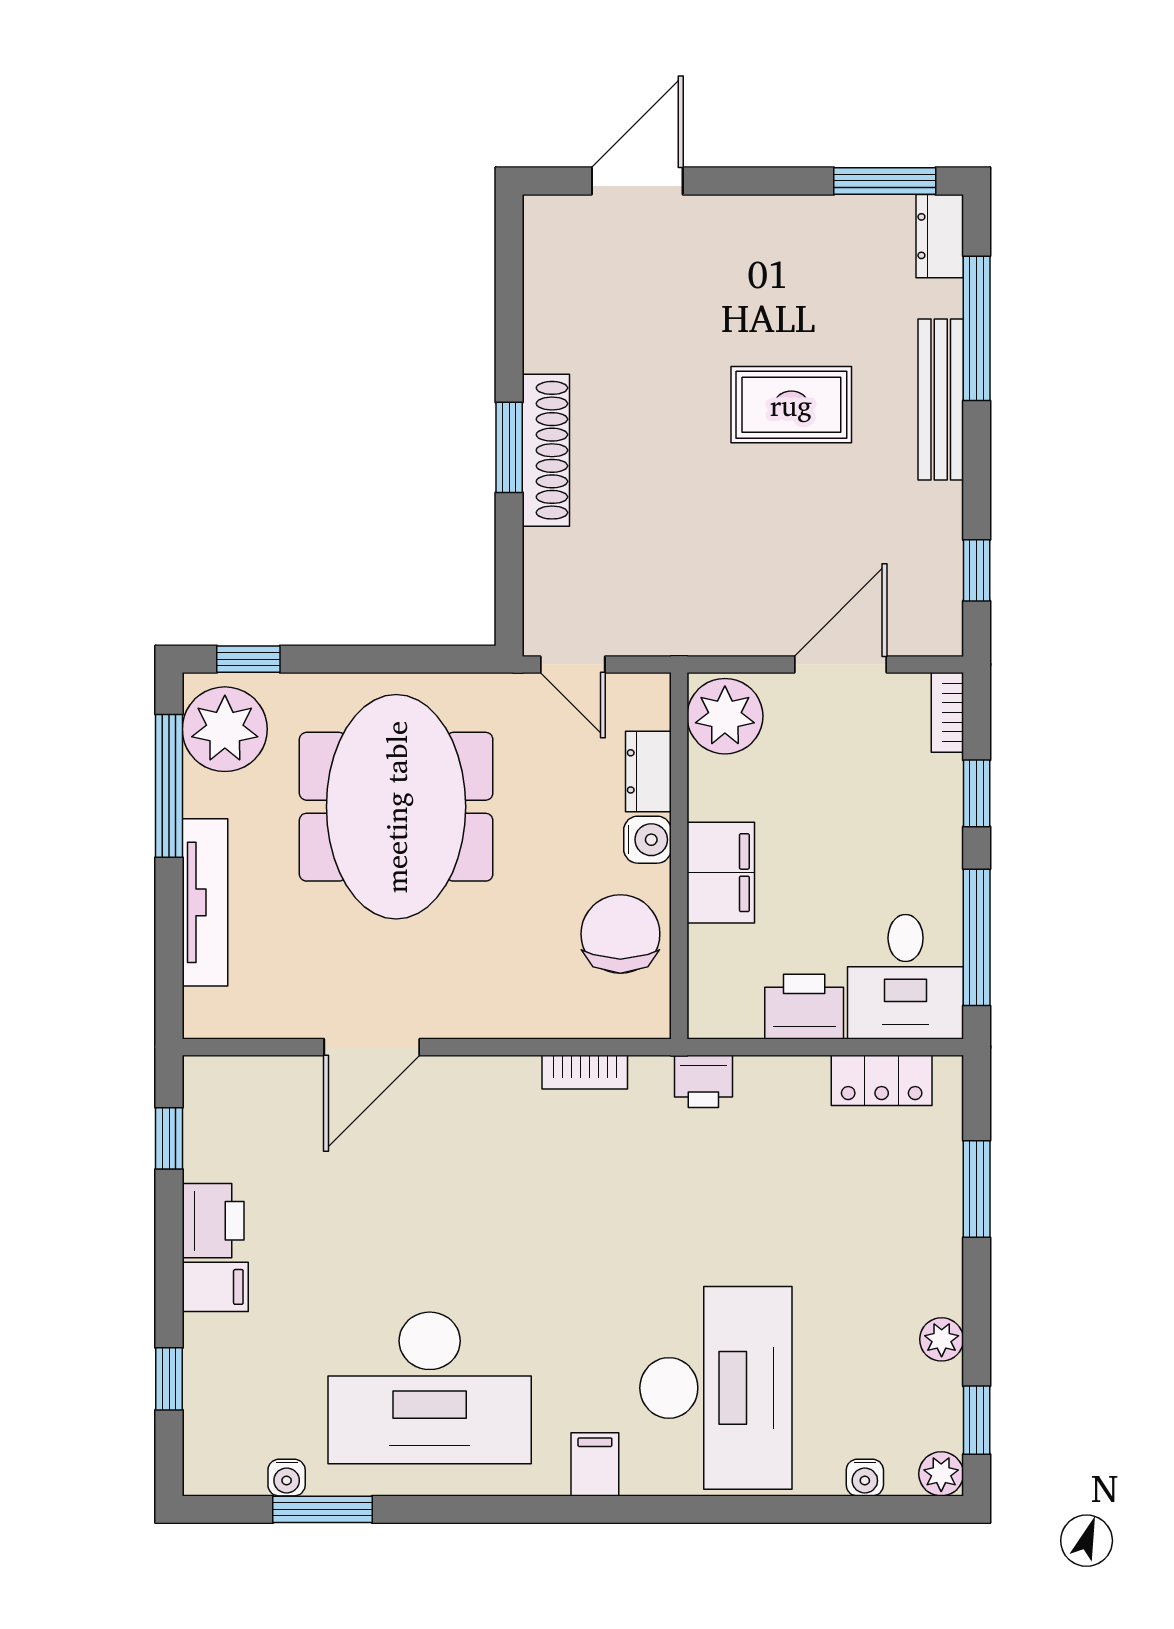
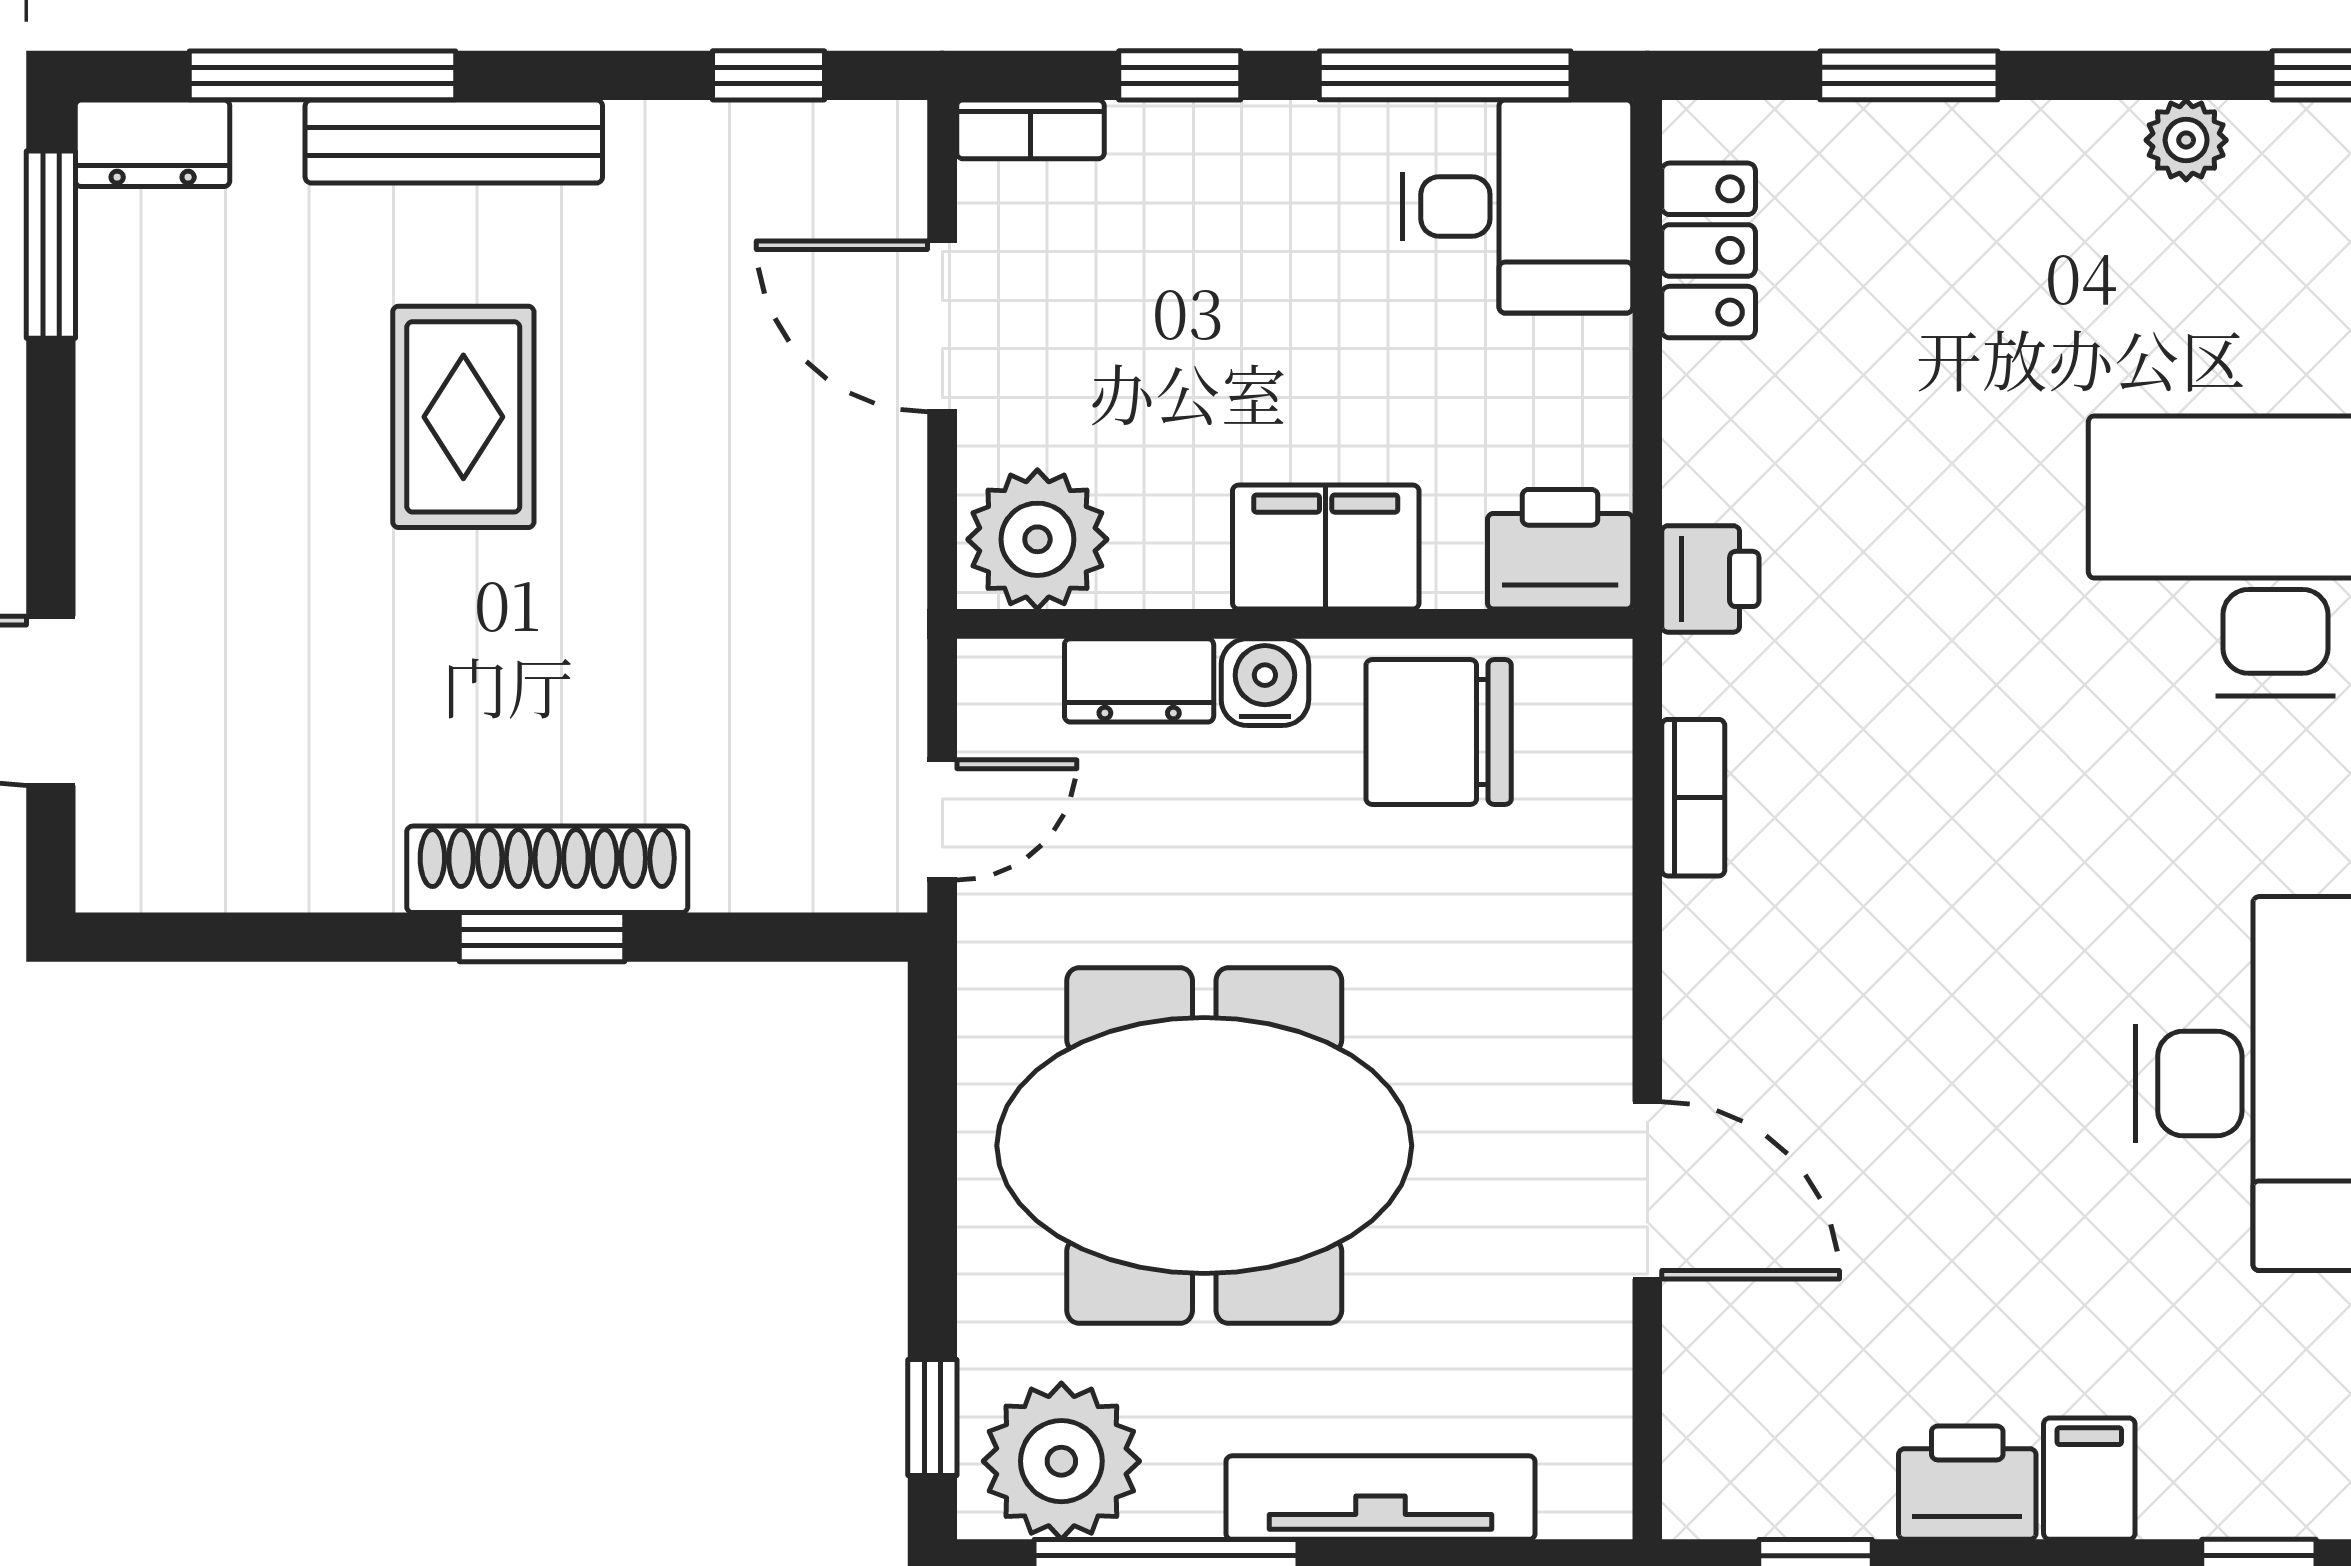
printer: (804, 1007) -> (1560, 549), moved, turned 90

